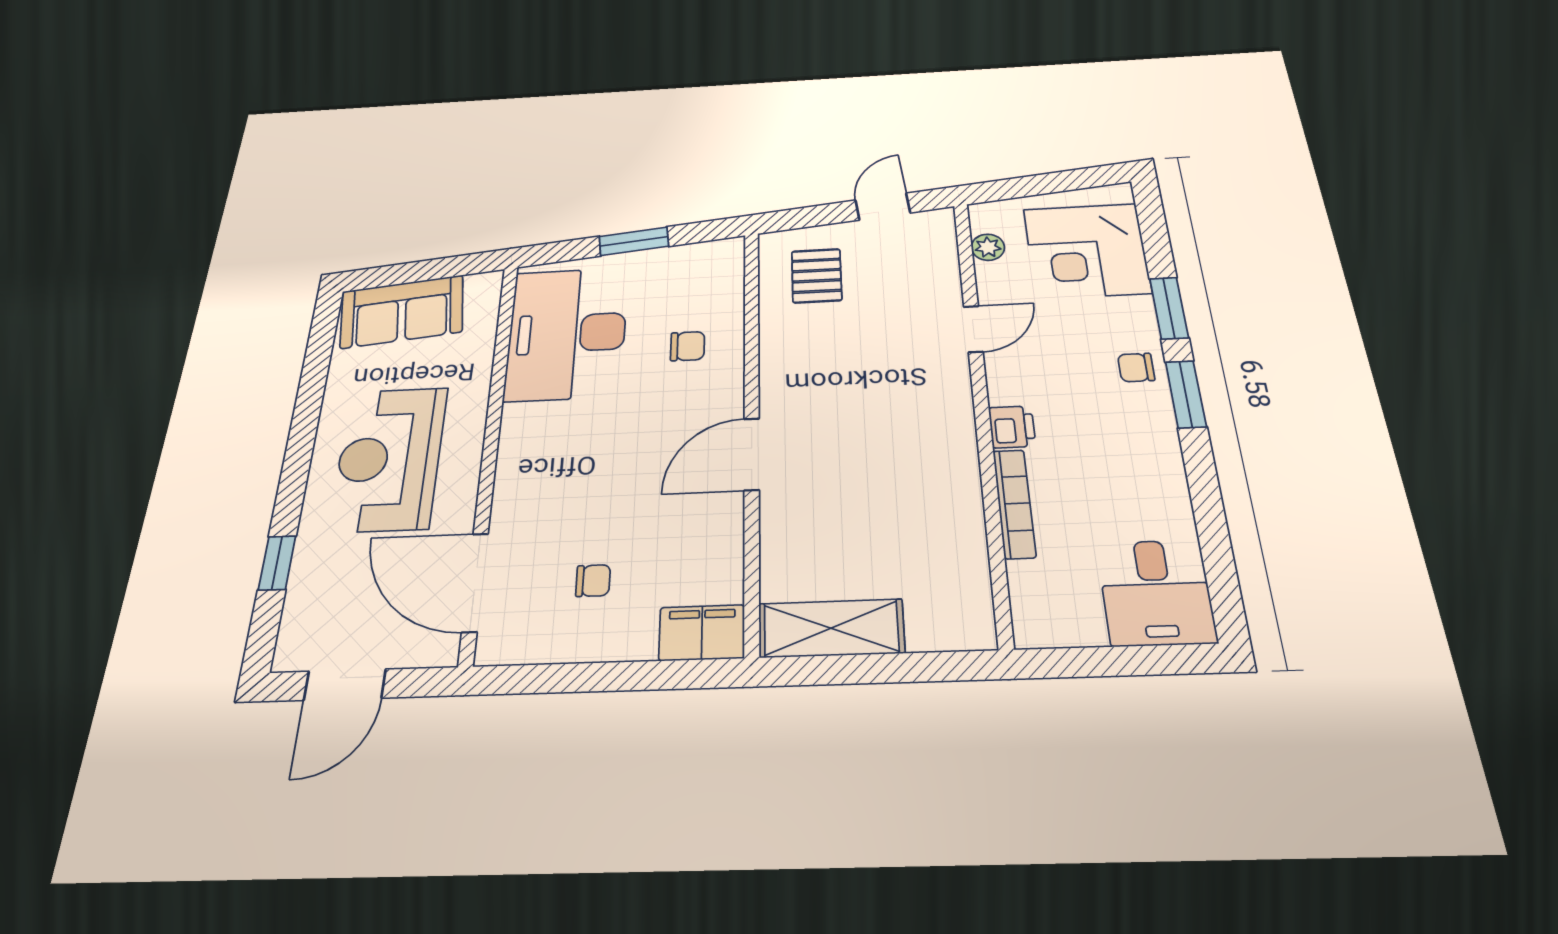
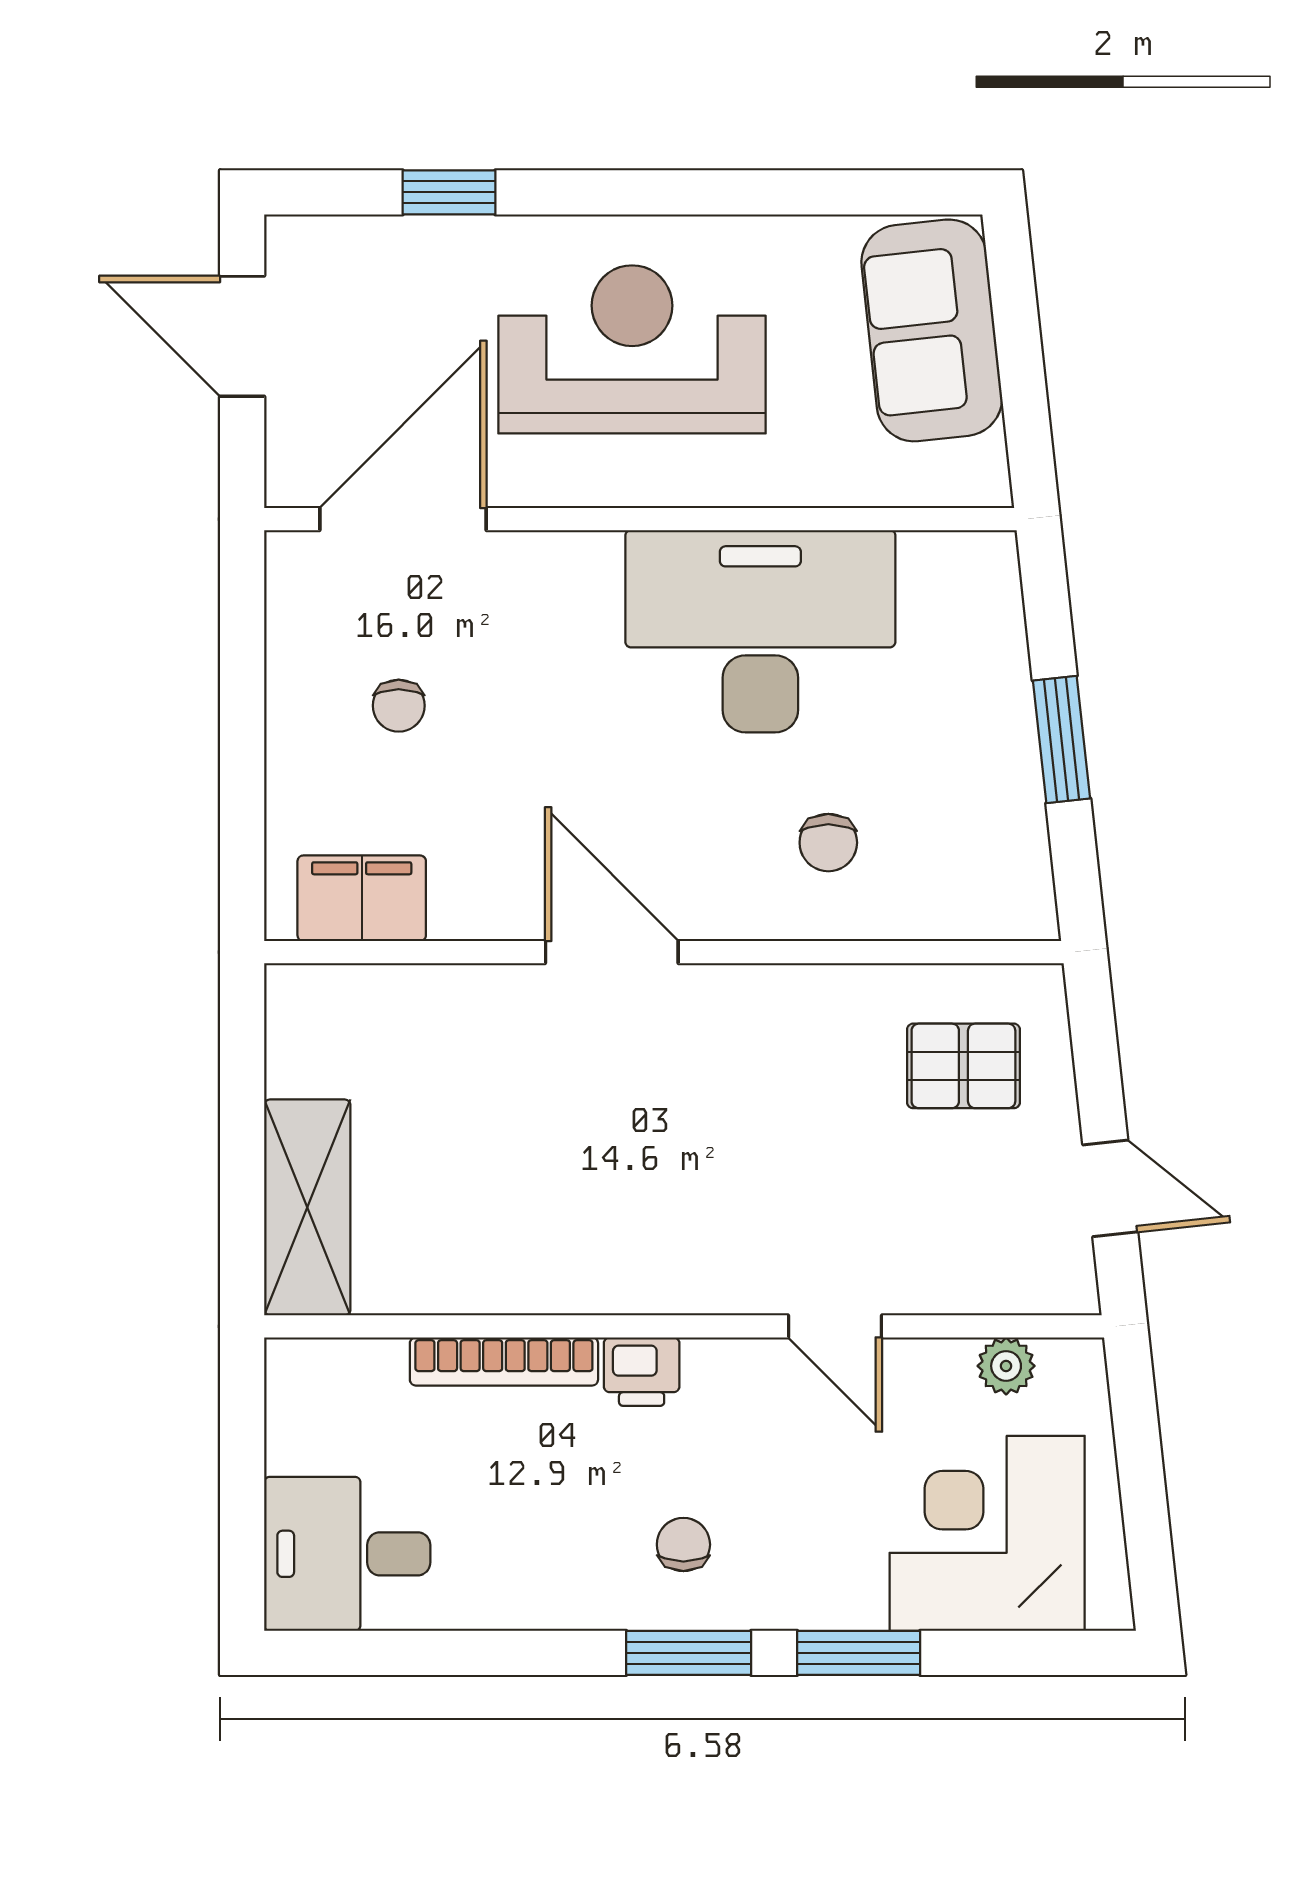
desk: (567, 333) -> (760, 631), moved
chair: (1136, 367) -> (683, 1545), moved
shelving: (831, 628) -> (307, 1207), moved
filing cabinet: (702, 633) -> (362, 898), moved, turned -90

